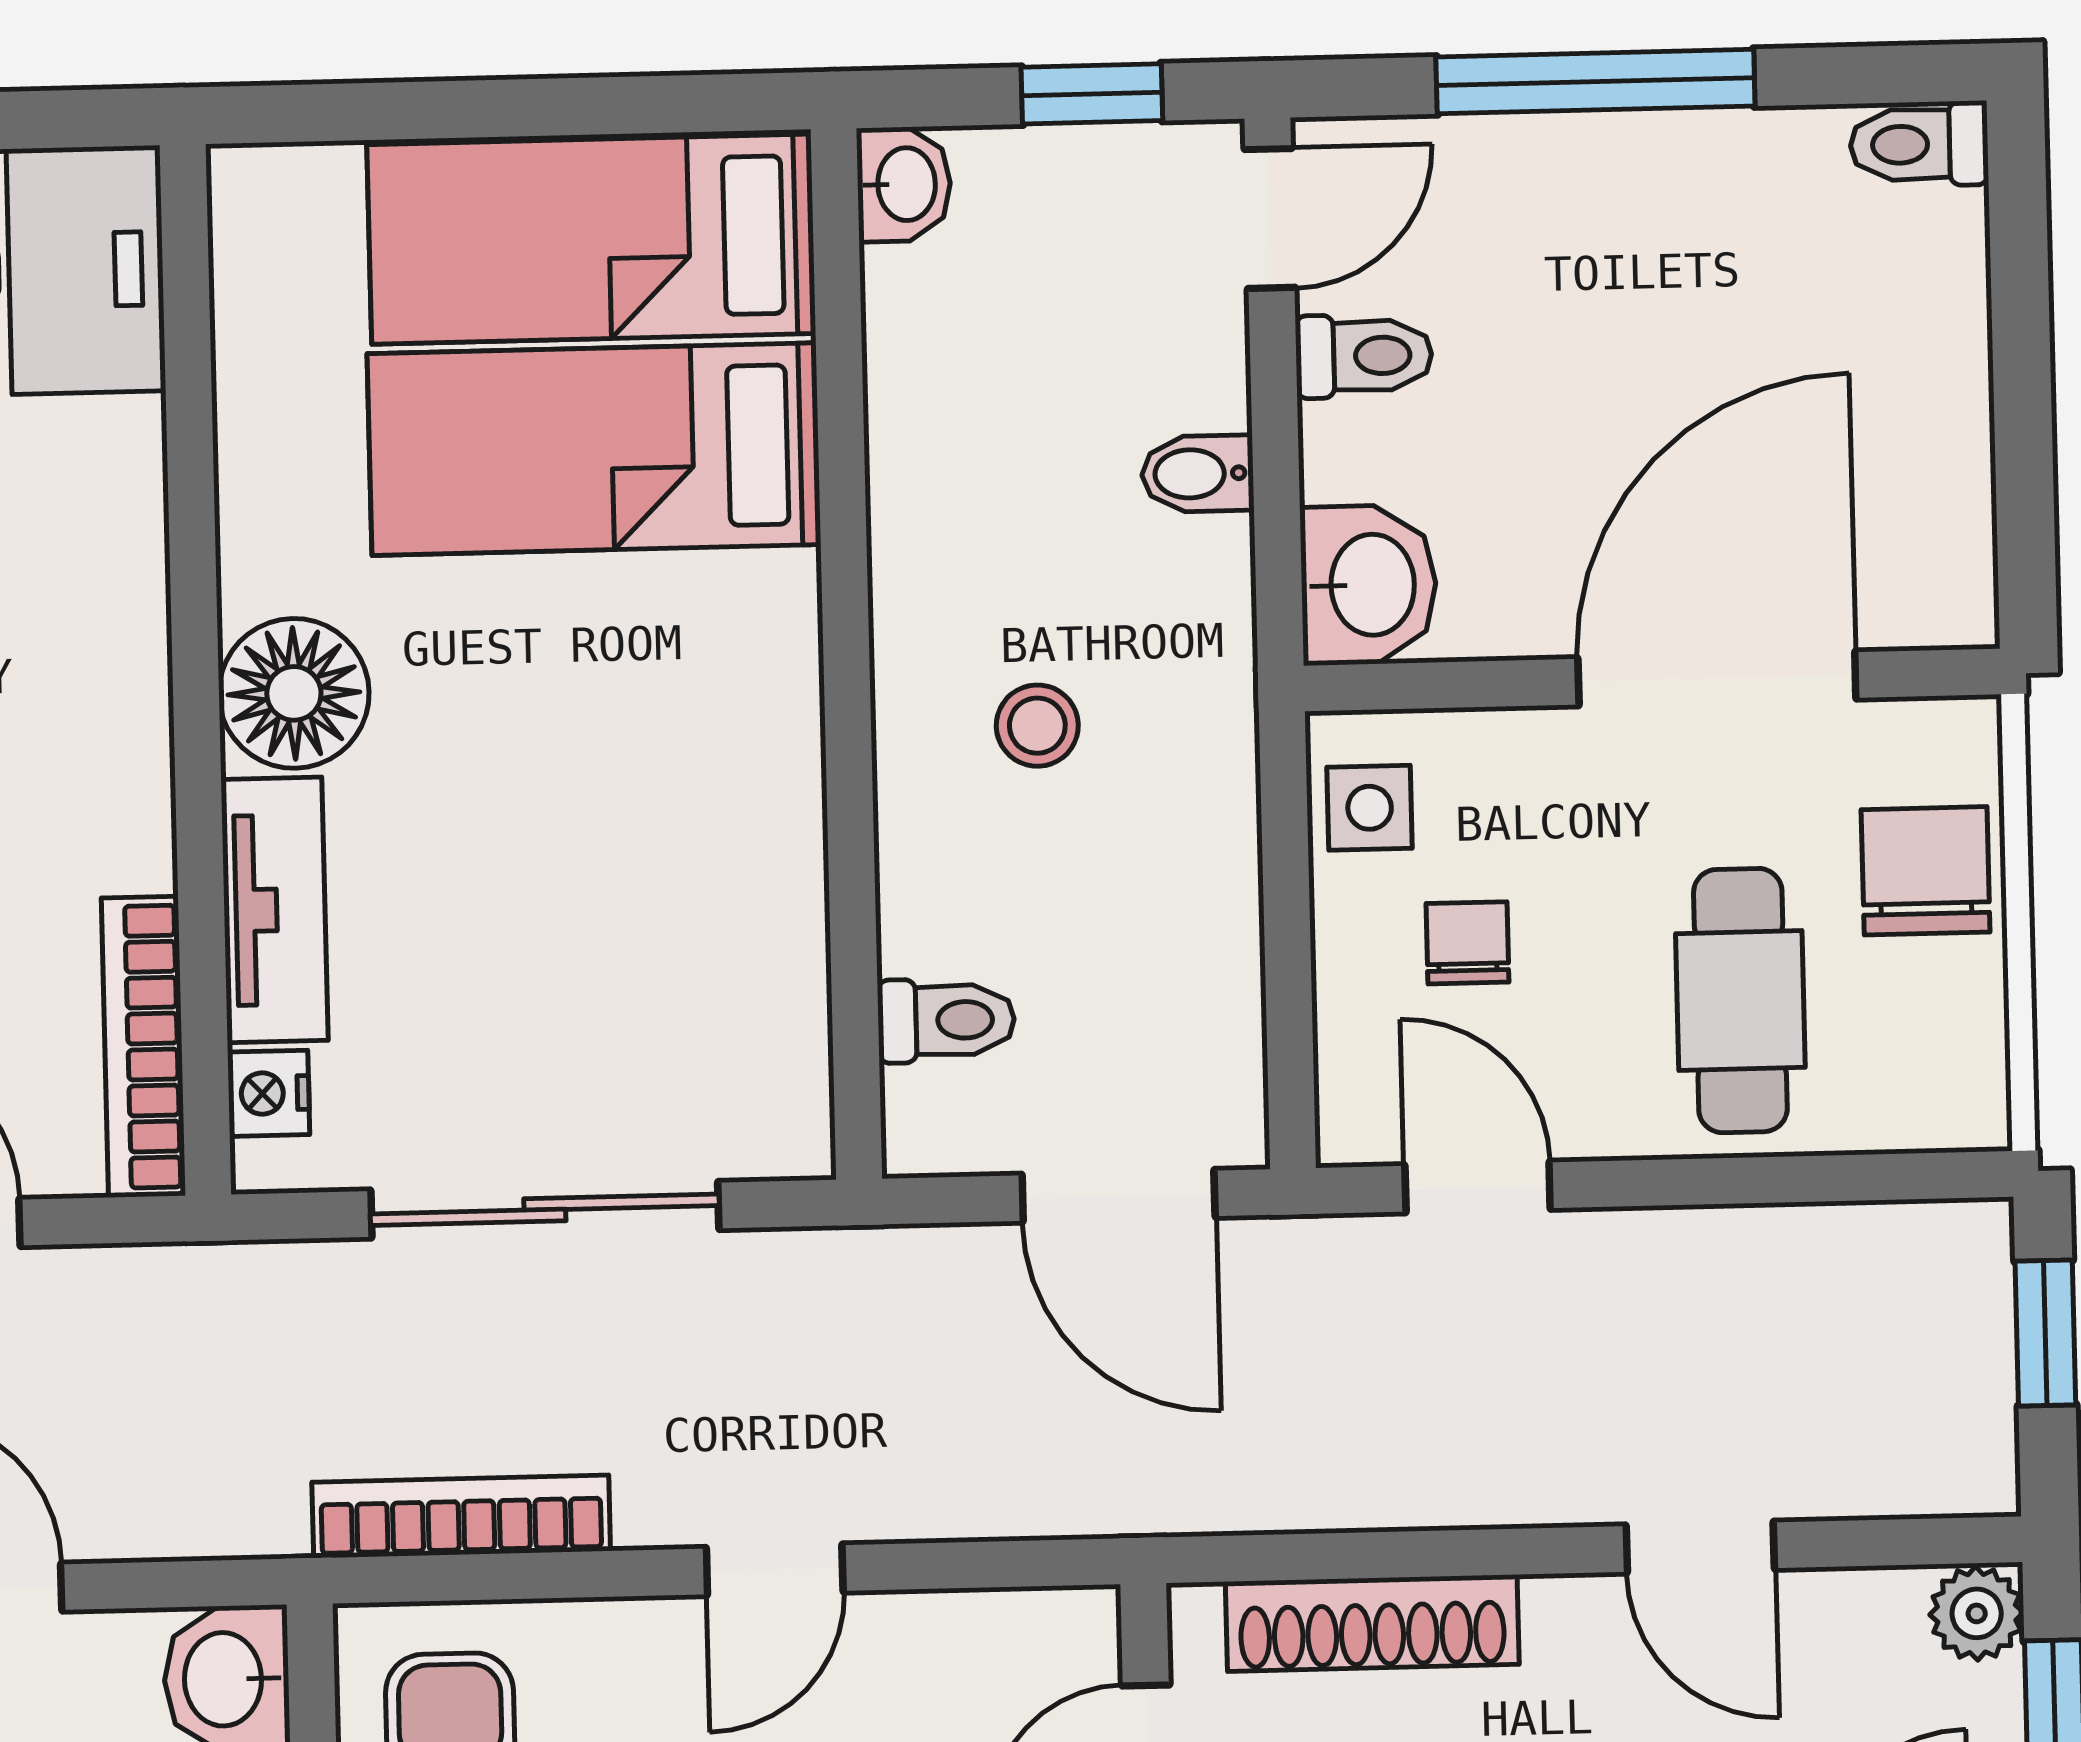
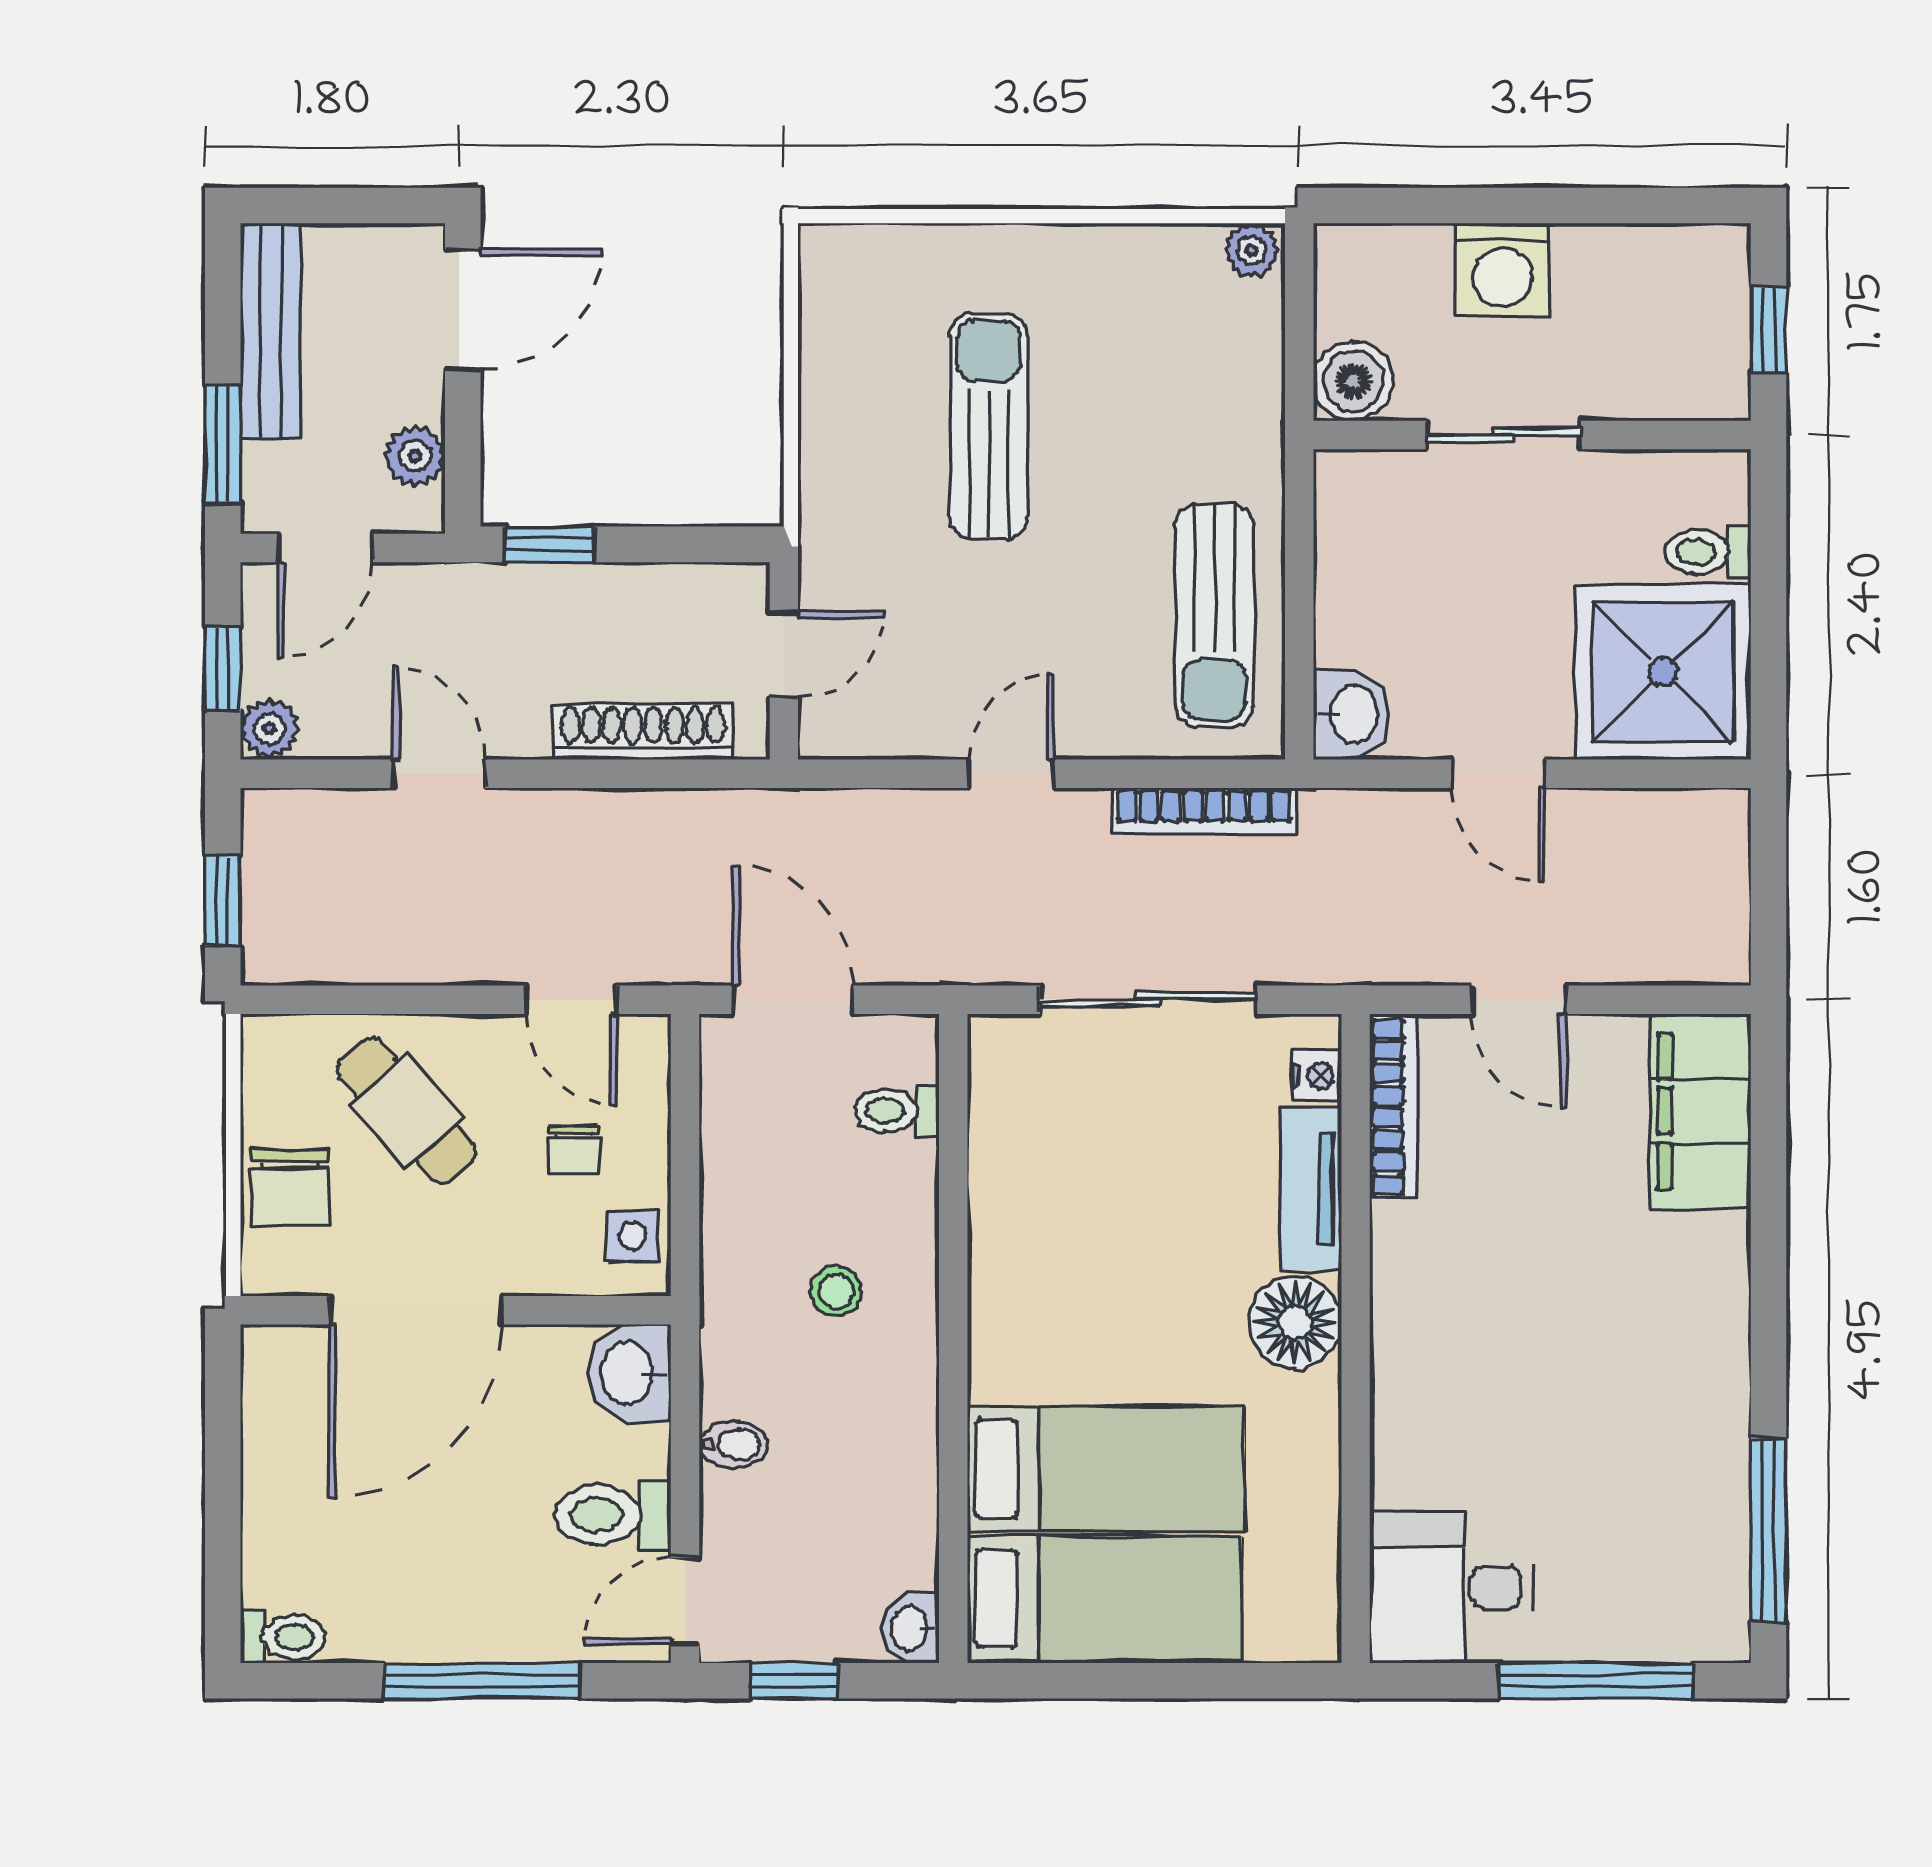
toilet: (1364, 356) -> (613, 1515), width x1.37, depth x1.39
cafe table: (1740, 1001) -> (406, 1111), turned -42

